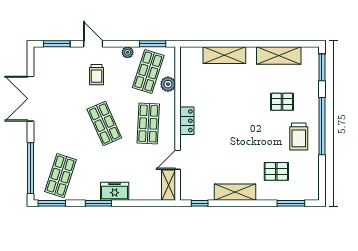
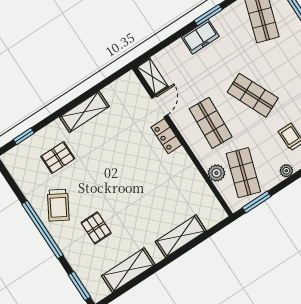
plant: (128, 52) -> (286, 171), moved
pallet: (282, 102) -> (96, 228), turned 90
locker: (187, 121) -> (166, 136), moved
trolley: (299, 137) -> (58, 205), turned -150
window: (200, 203) -> (111, 79), removed
window: (291, 203) -> (24, 136), width x0.67

